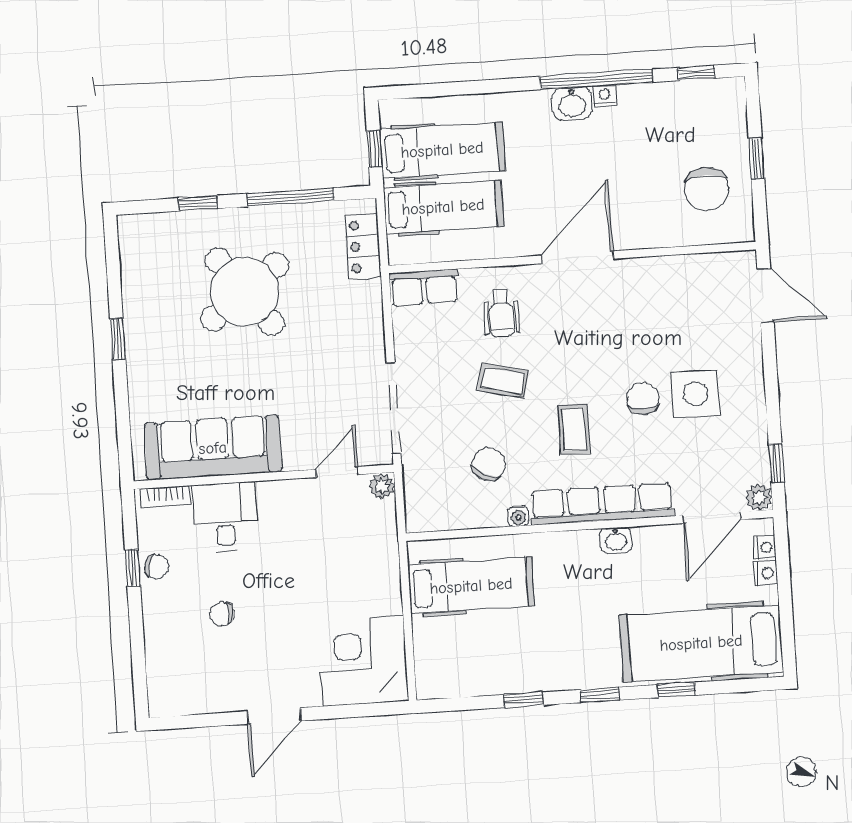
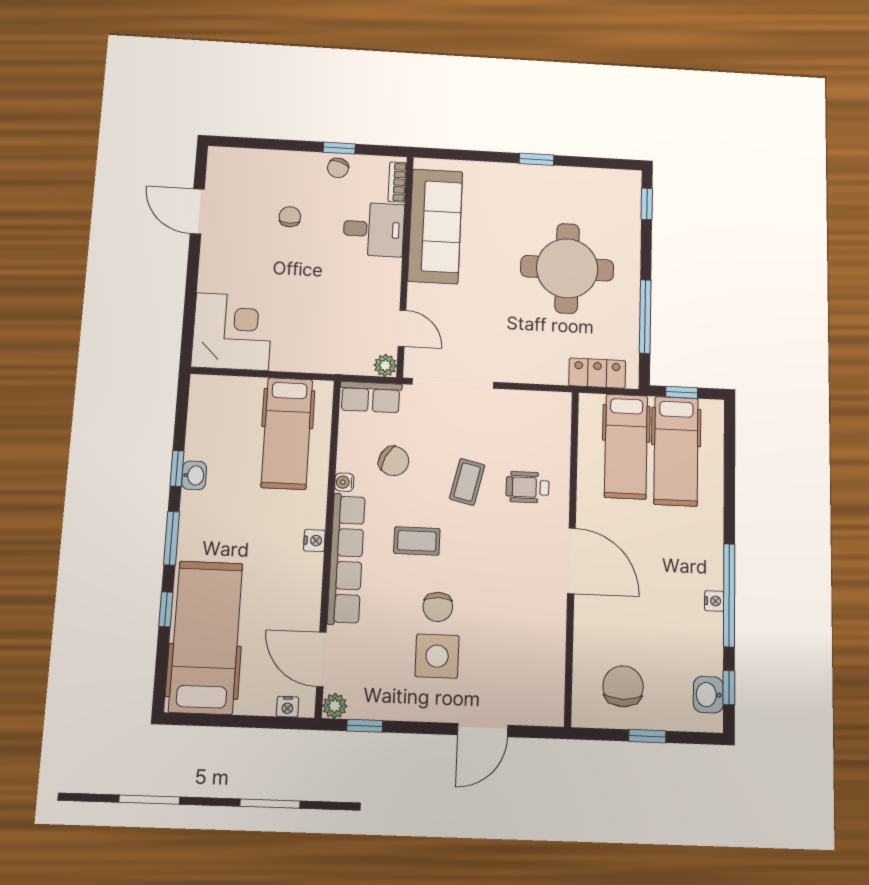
washbasin: (572, 104) -> (708, 695), moved
chair: (707, 189) -> (623, 686), turned 90
window: (198, 203) -> (647, 204), moved
row of seats: (424, 287) -> (371, 397), moved, turned -90
round table: (245, 292) -> (567, 268), turned 37
door: (765, 296) -> (483, 730), moved
chair: (643, 399) -> (438, 607), turned 90
washbasin: (616, 540) -> (194, 475), moved, turned 180
nightstand: (766, 573) -> (314, 541), moved, turned -90
window: (600, 695) -> (172, 538), width x1.50
door: (274, 716) -> (197, 211), moved

